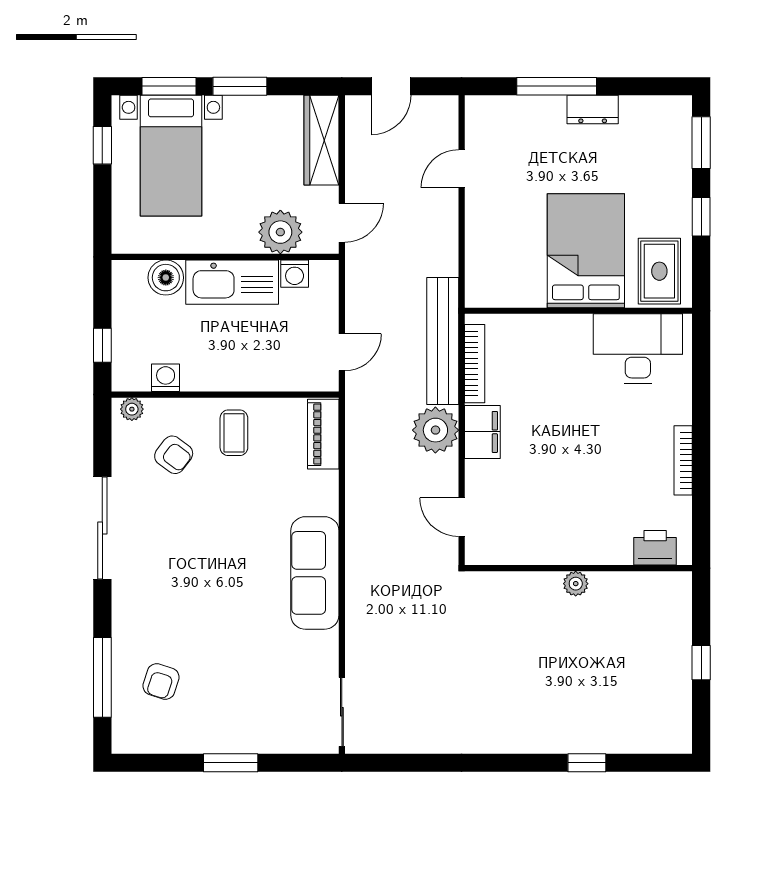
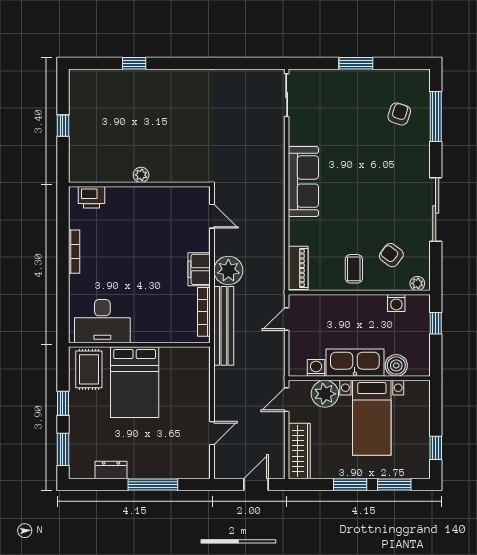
dresser: (593, 110) -> (111, 470), moved
bed with nightstands: (171, 156) -> (372, 418), moved, turned 180

